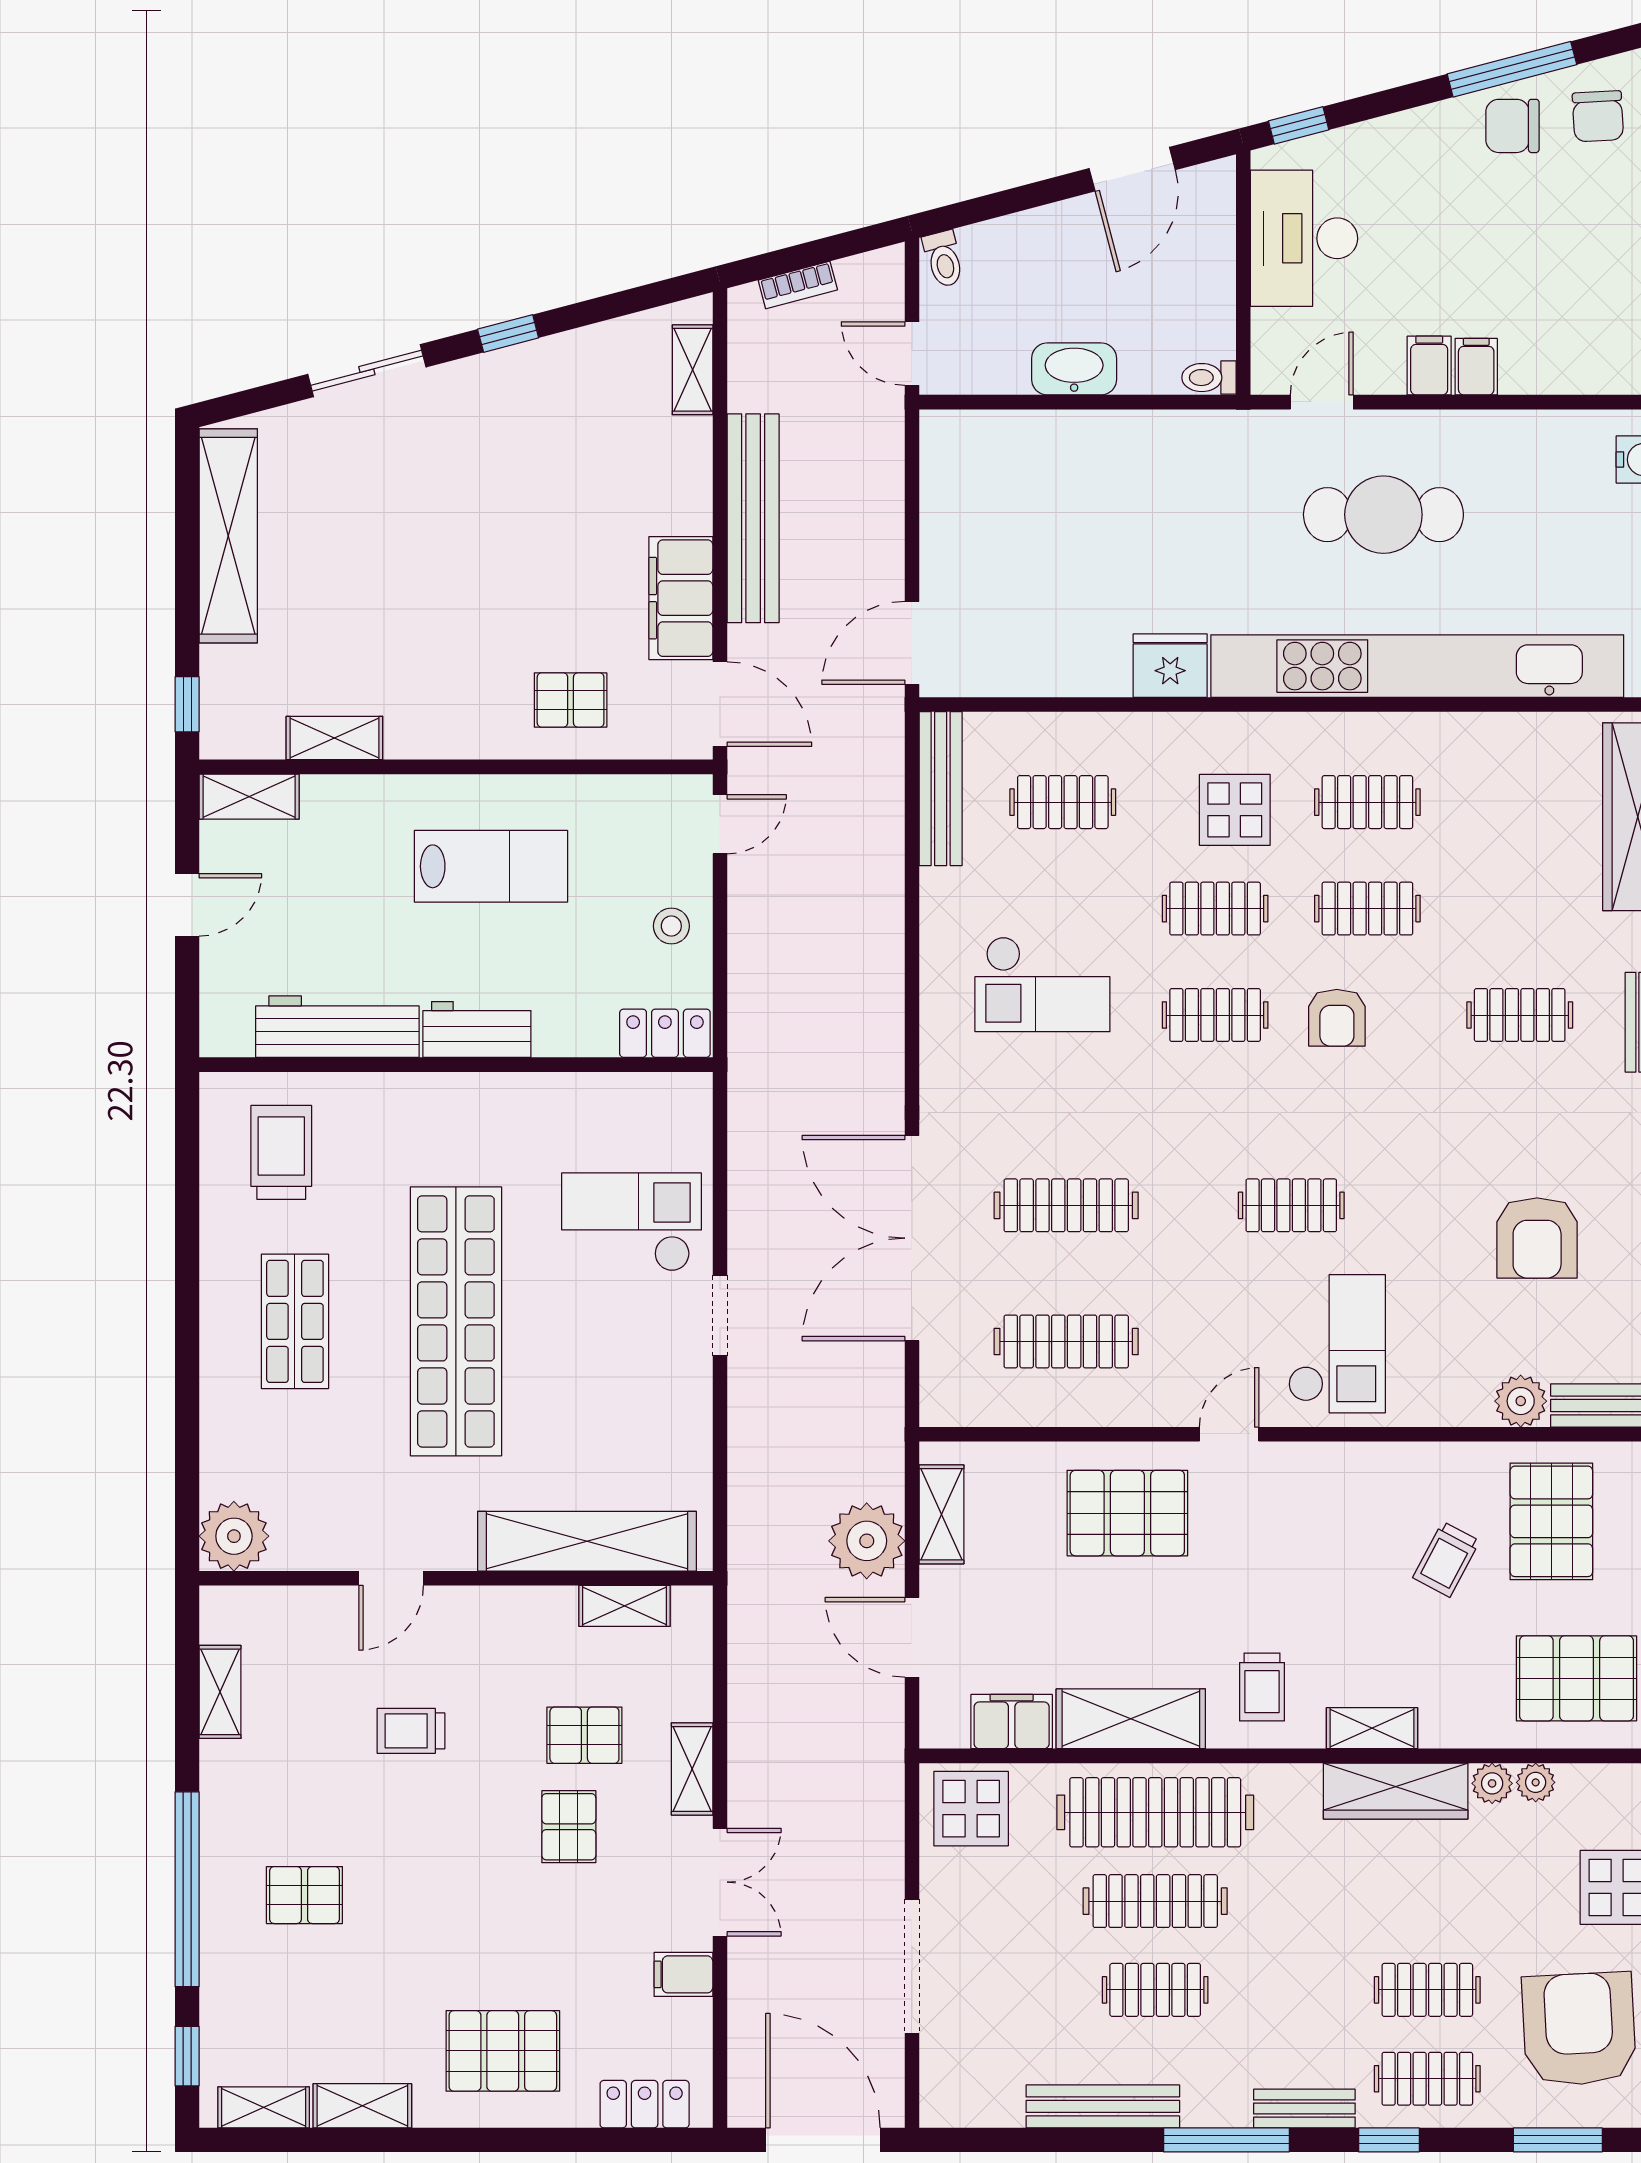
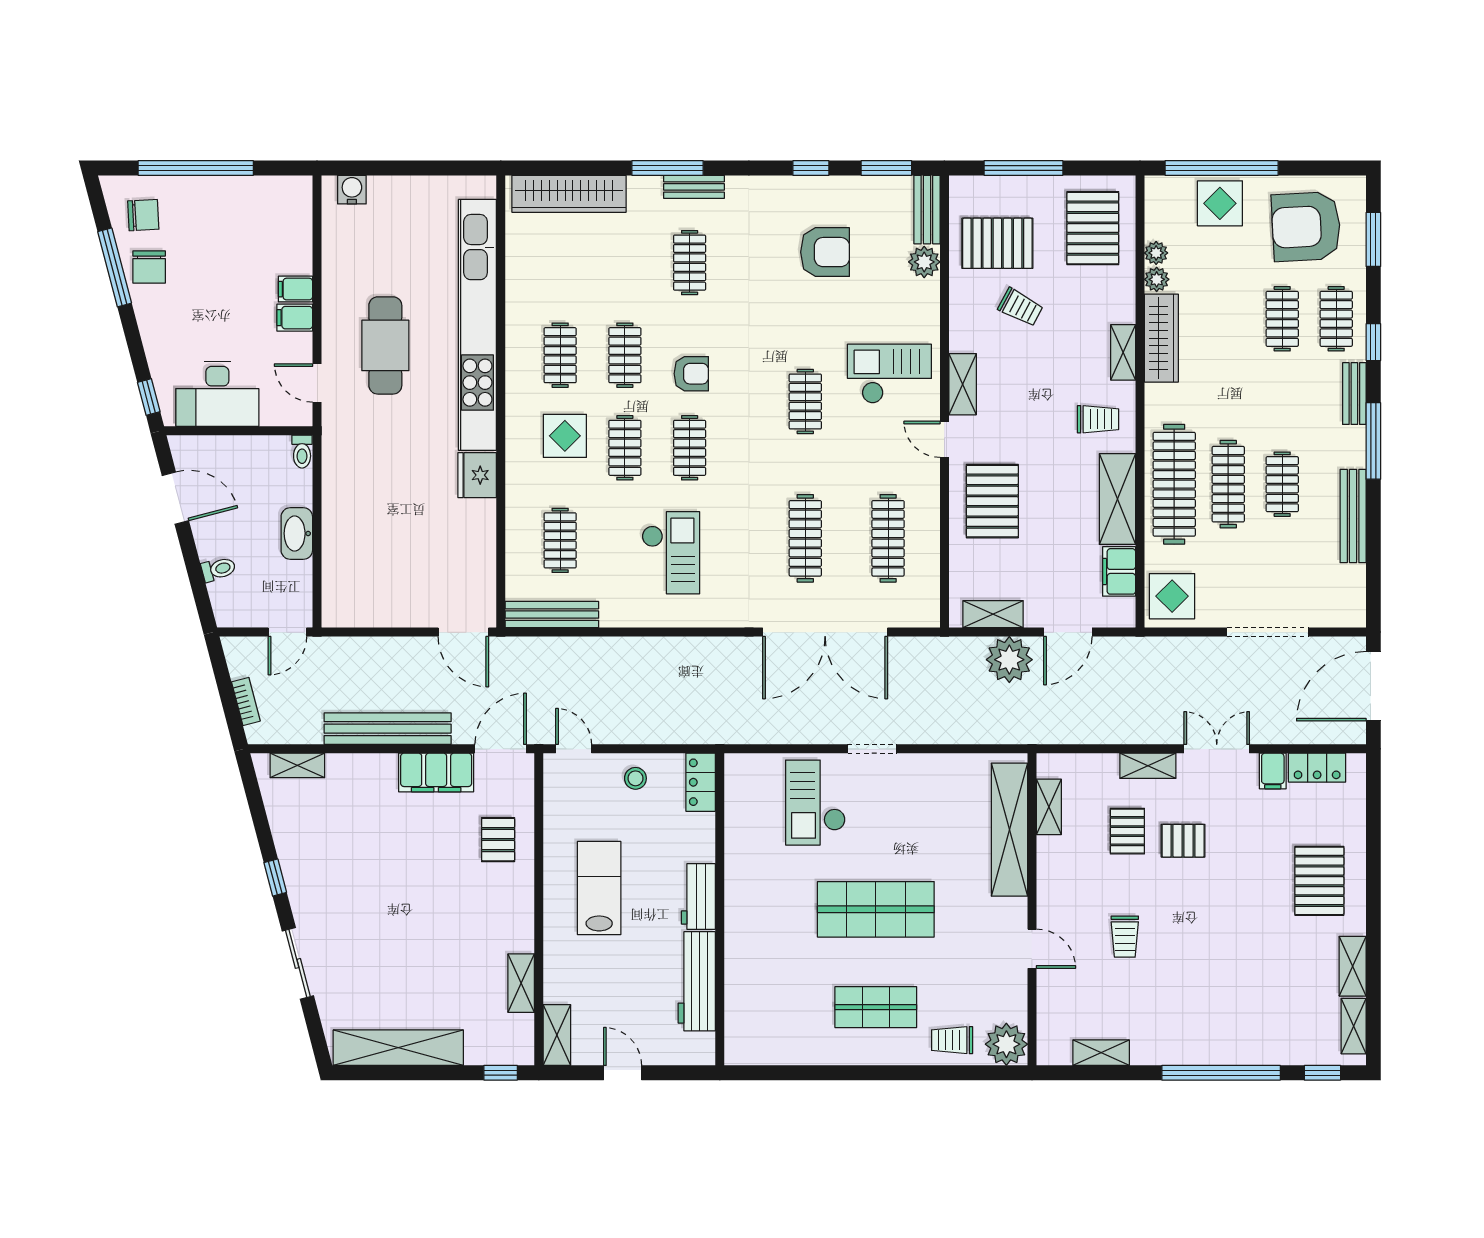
toilet: (944, 259) -> (218, 569), moved
trolley: (281, 1152) -> (952, 1040), moved, width x0.73, depth x0.72
shop shelf: (456, 1321) -> (876, 909), width x0.71
shelving: (1320, 1464) -> (963, 384), added
pallet: (304, 1895) -> (1225, 1001), removed
locker: (645, 2104) -> (1317, 768), moved, turned -90

